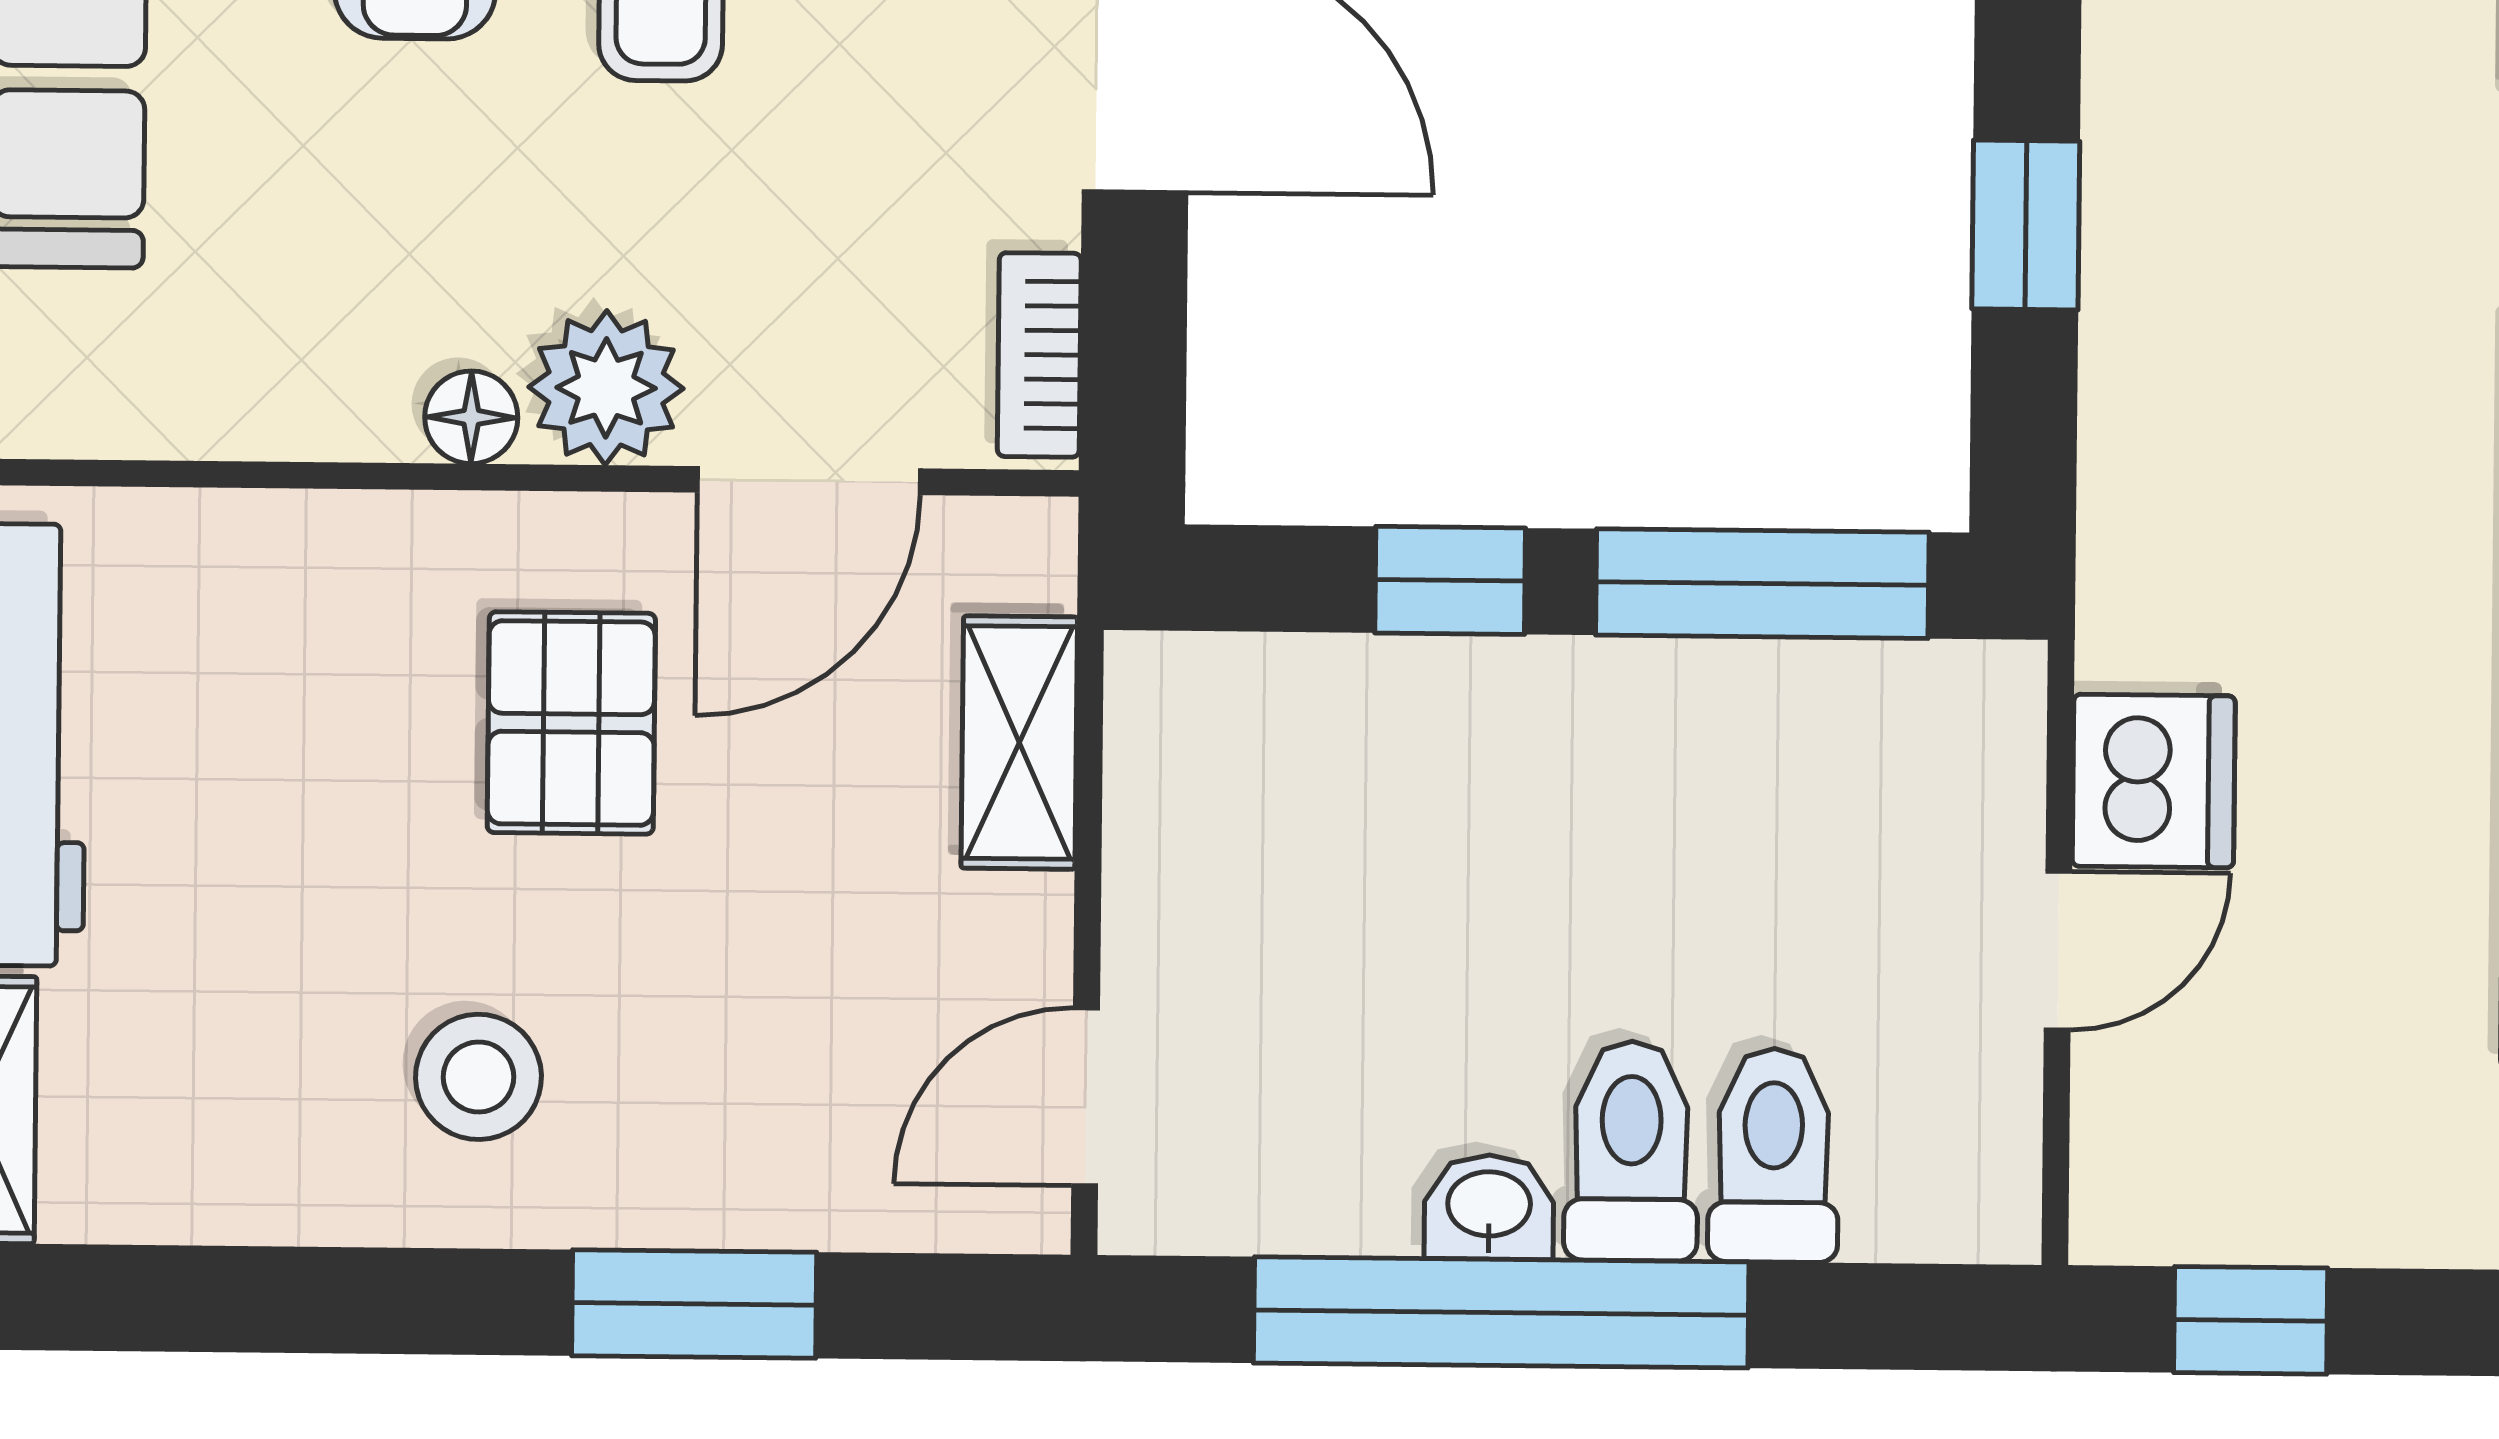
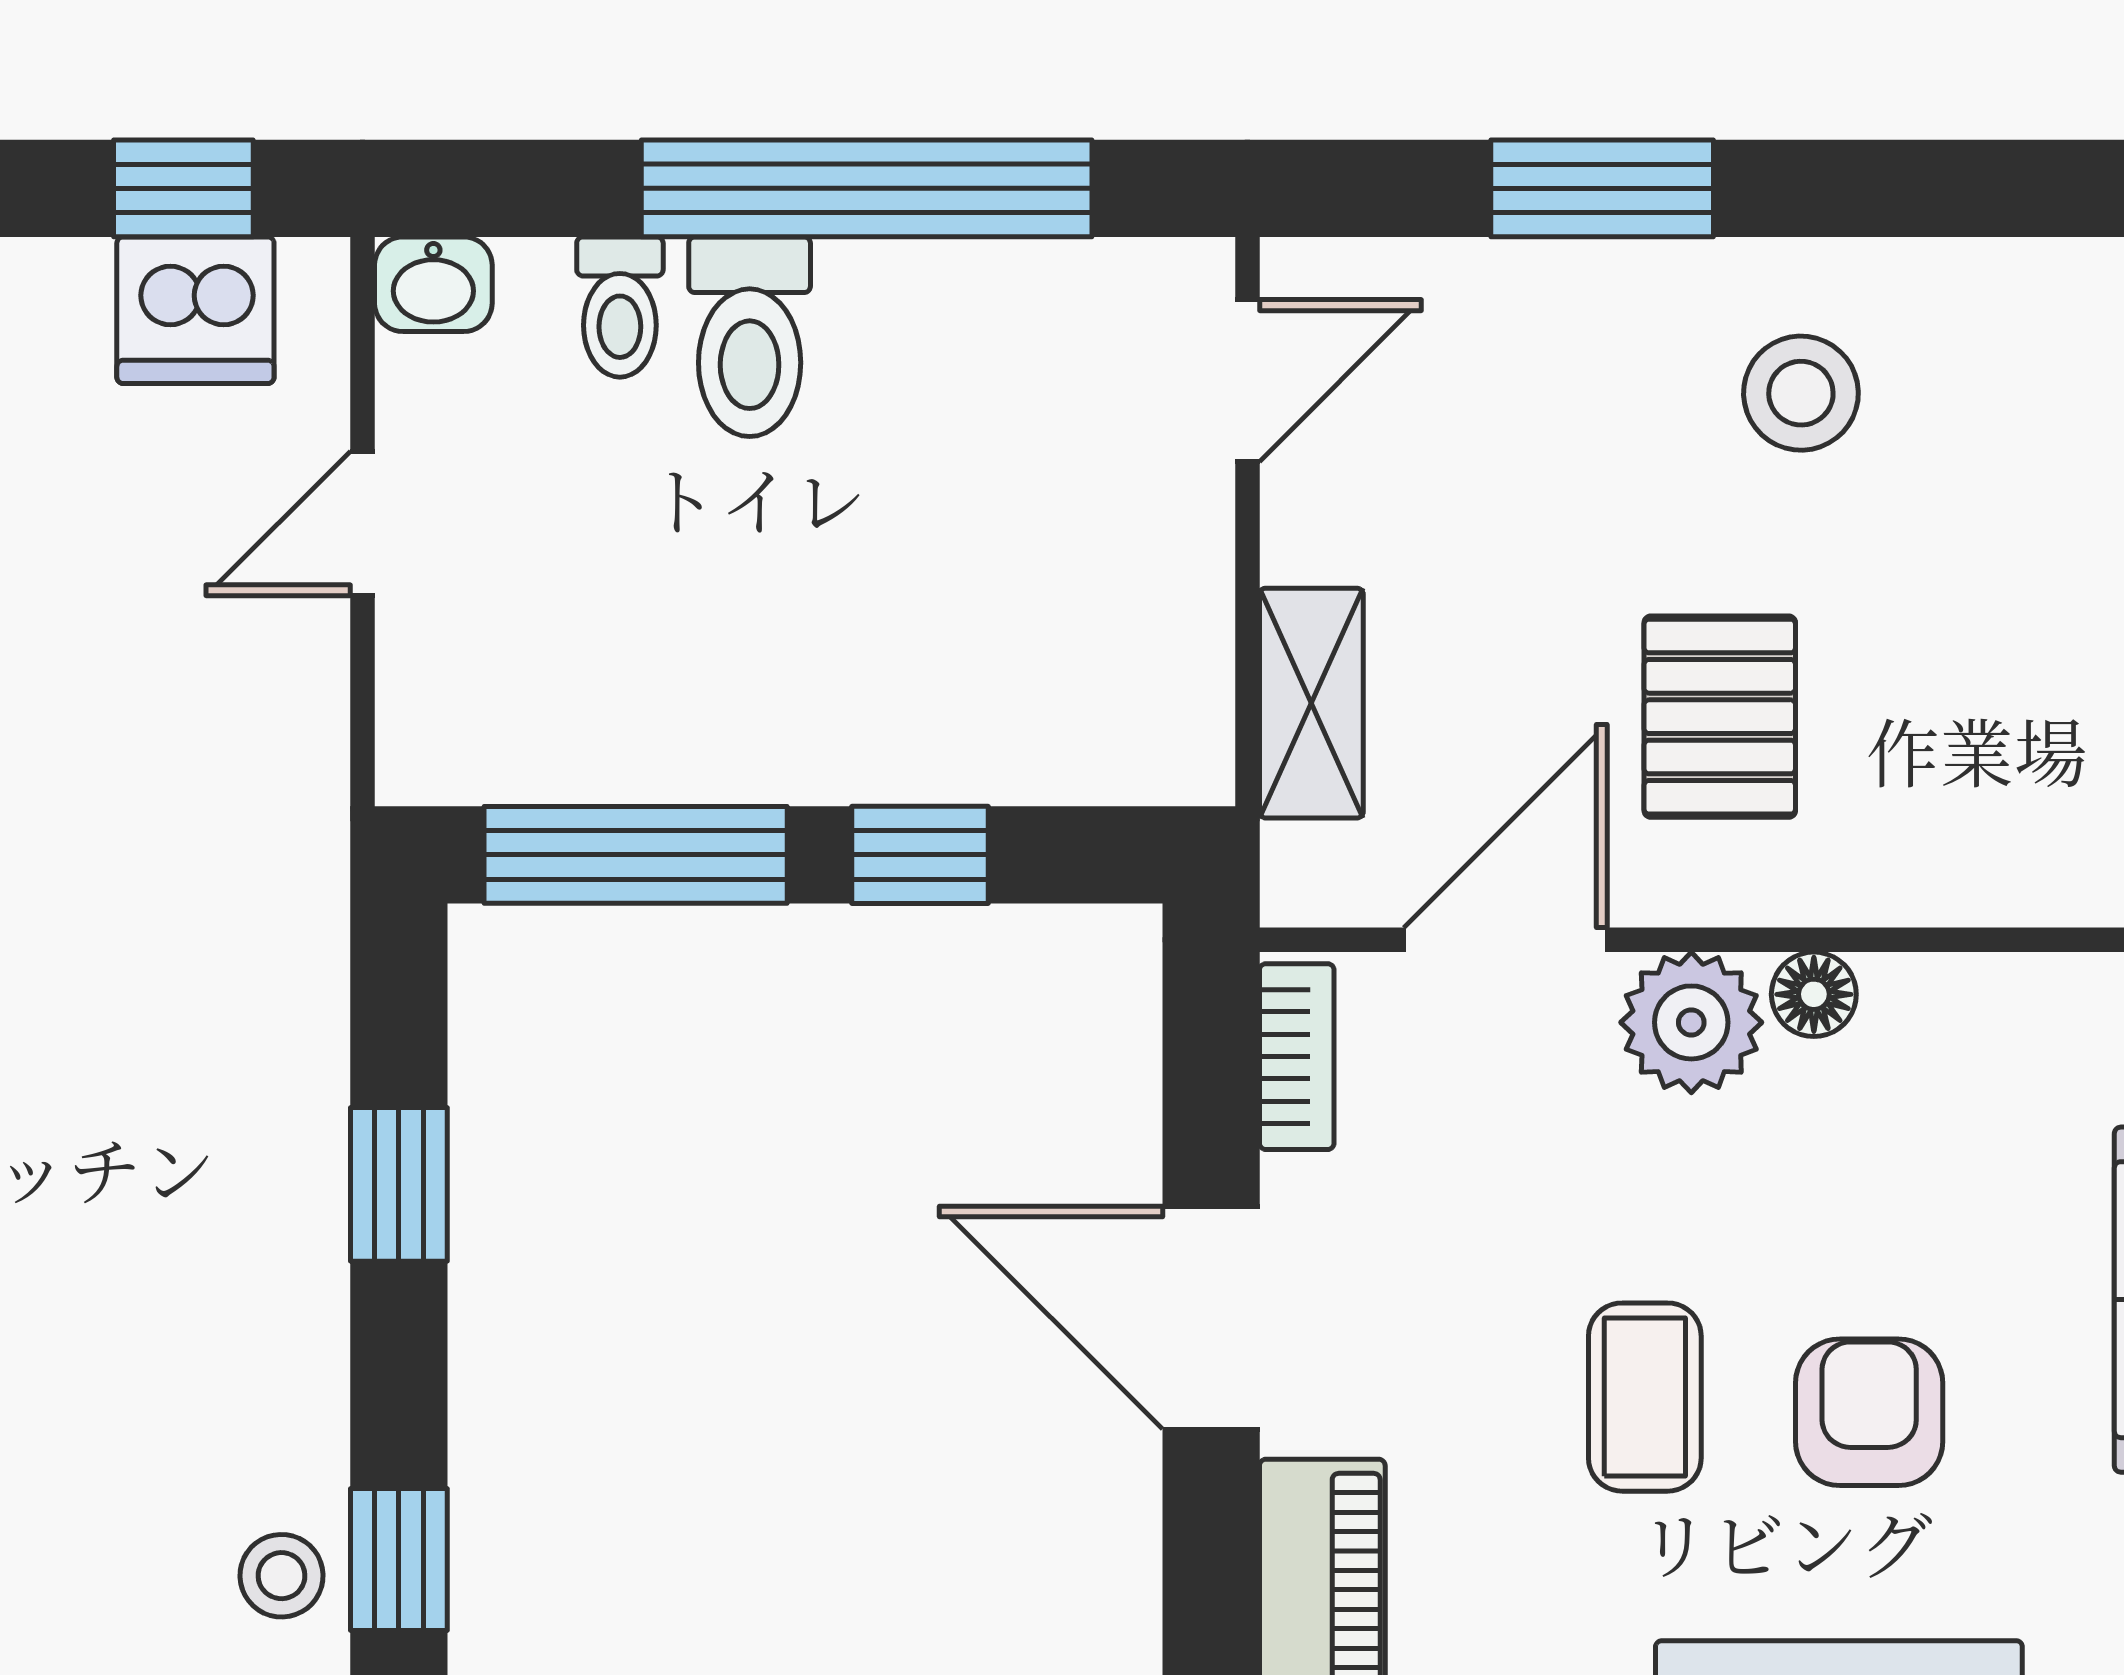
dishwasher: (2154, 781) -> (195, 310), moved, turned -90
toilet: (1773, 1155) -> (620, 307), width x0.73, depth x0.72
washbasin: (1489, 1207) -> (433, 284), moved

